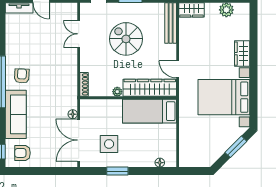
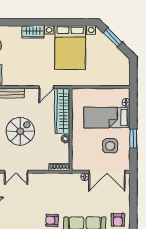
spiral stairs: (126, 39) -> (20, 131), turned 180
bed: (149, 111) -> (107, 118), moved, turned 90

